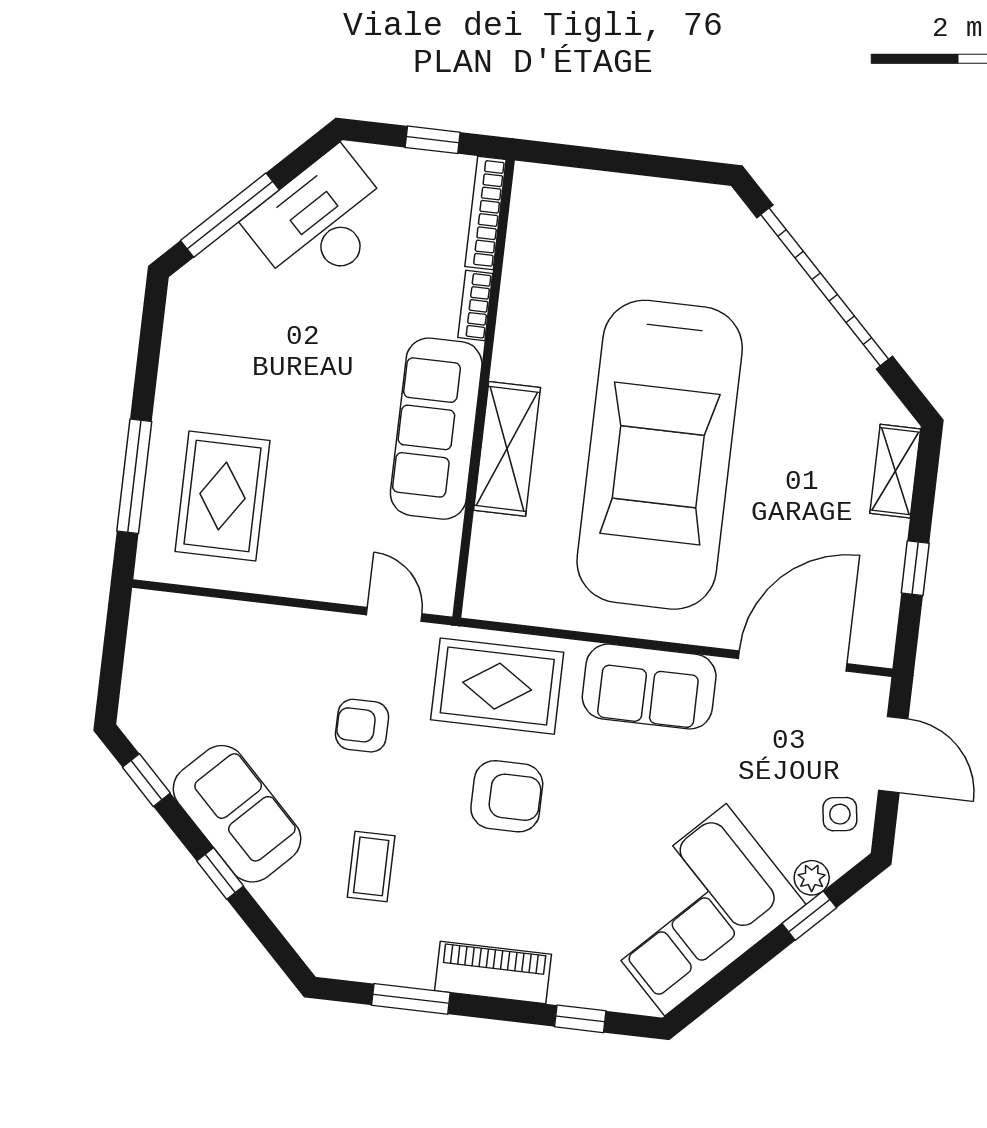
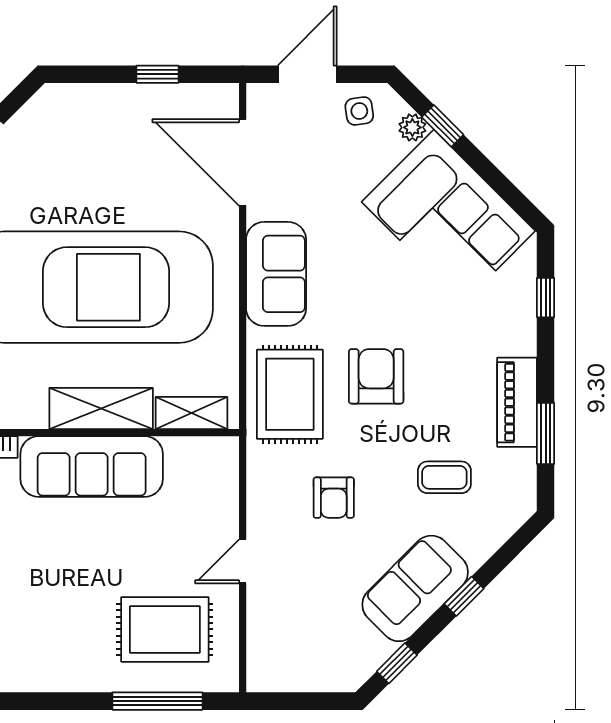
shelving: (895, 471) -> (191, 413), moved
door: (394, 614) -> (243, 561), moved
piano: (493, 973) -> (517, 402), moved

